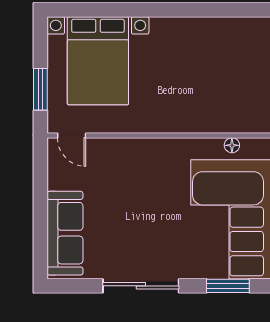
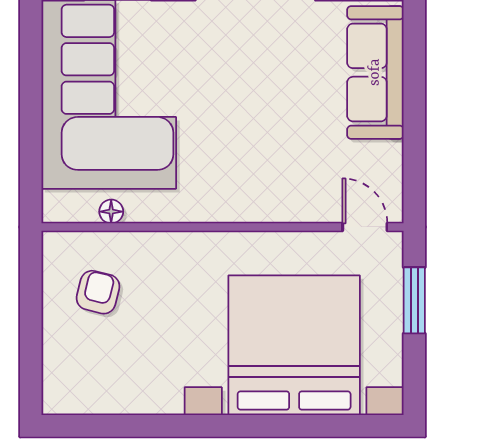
bed with nightstands: (98, 61) -> (294, 345), width x1.36
armchair: (240, 94) -> (98, 292), added

